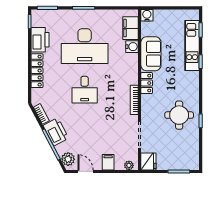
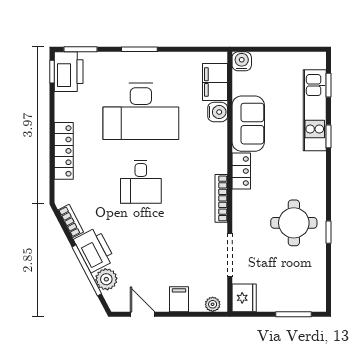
printer: (40, 40) -> (69, 72), moved
plant: (68, 159) -> (106, 279), moved

